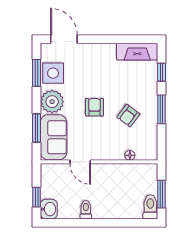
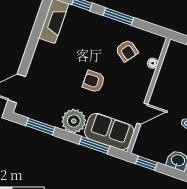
side table: (53, 73) -> (46, 110), removed
armchair: (128, 116) -> (127, 51), moved
window: (37, 197) -> (147, 163), moved

